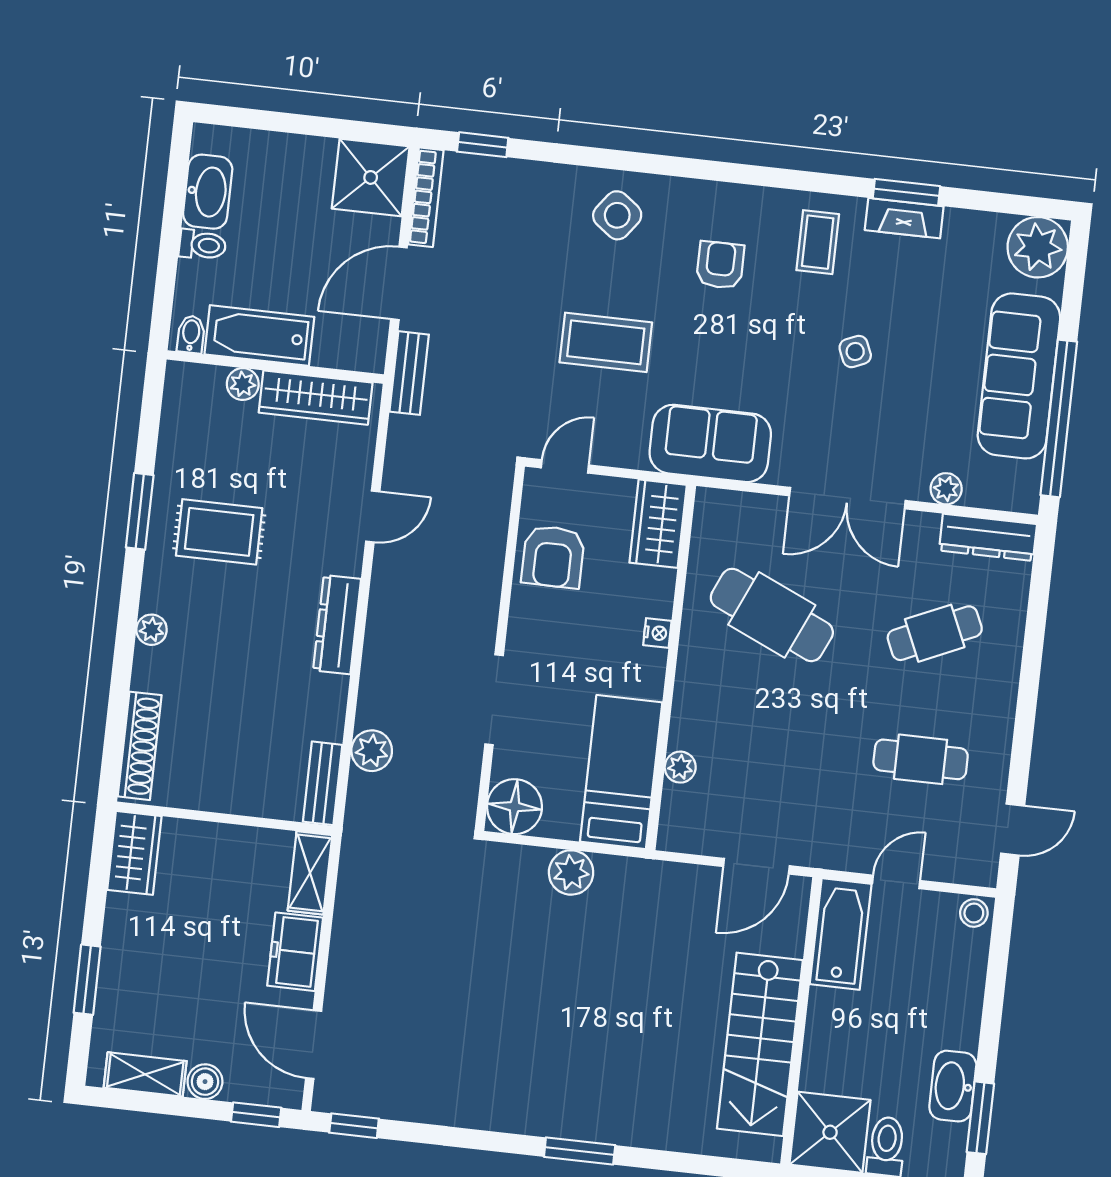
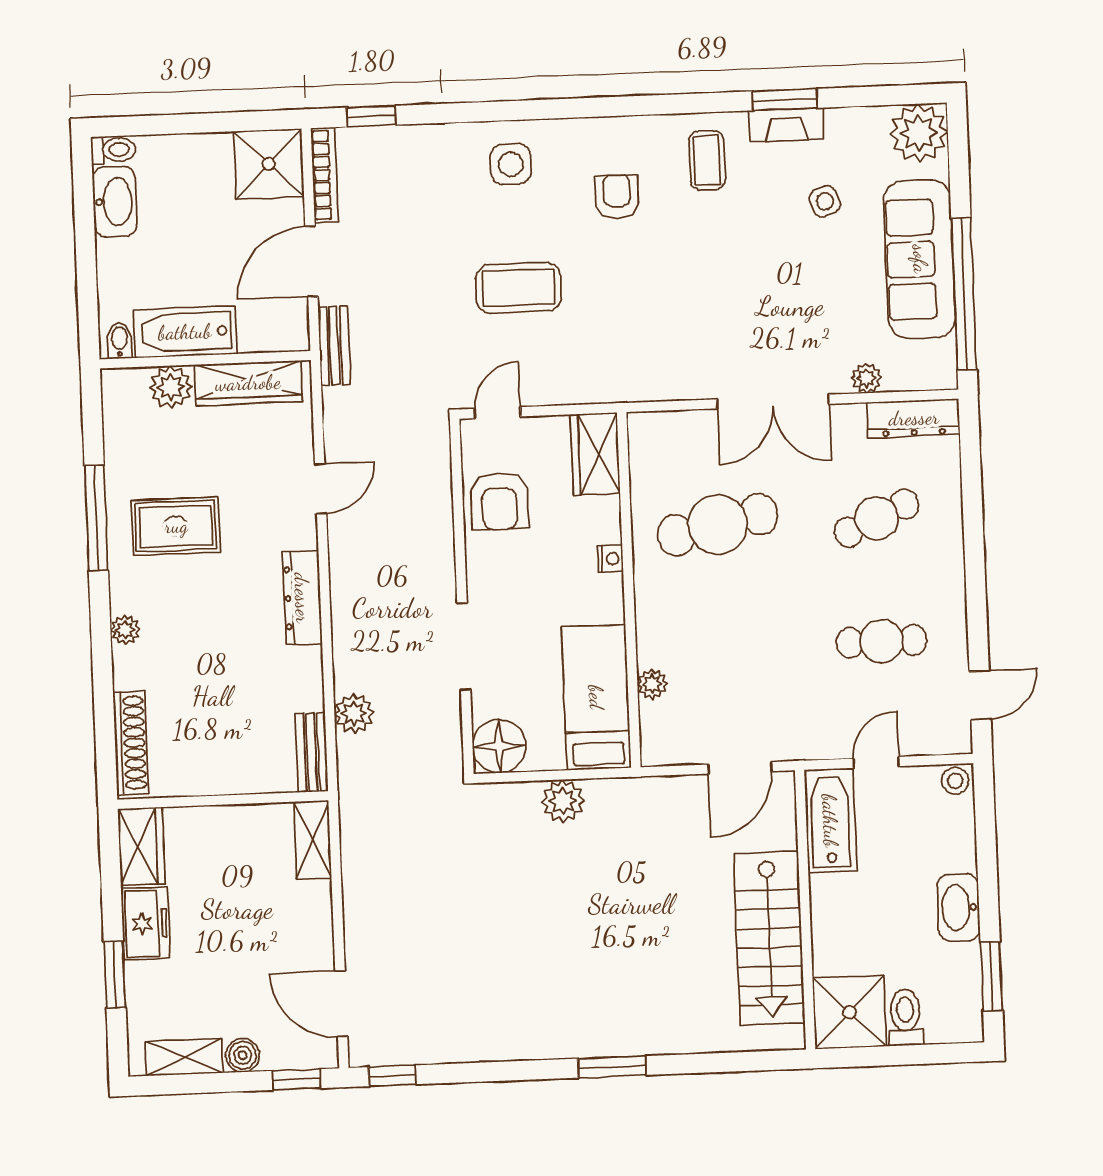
side table: (617, 215) -> (511, 164), turned -37
toilet: (202, 245) -> (113, 150), moved
side table: (855, 352) -> (825, 201), moved
plant: (243, 384) -> (171, 387), width x1.38, depth x1.38
sofa: (710, 443) -> (633, 369), removed
window: (140, 511) -> (96, 518), width x1.44
cafe table: (772, 615) -> (718, 525), turned -36
freezer: (295, 952) -> (145, 924), moved, turned 180
washbasin: (953, 1086) -> (959, 907), moved

